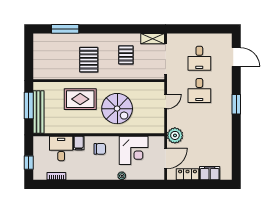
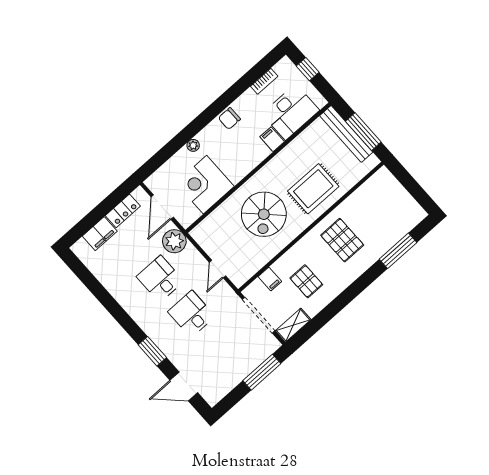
window: (190, 29) -> (262, 372), added
desk: (199, 58) -> (160, 279), moved
filing cabinet: (143, 73) -> (270, 279), added
window: (236, 104) -> (152, 351), moved
spiral stairs: (117, 109) -> (264, 214), turned -90
desk: (61, 148) -> (291, 112), width x1.37
chair: (100, 149) -> (229, 119), moved

